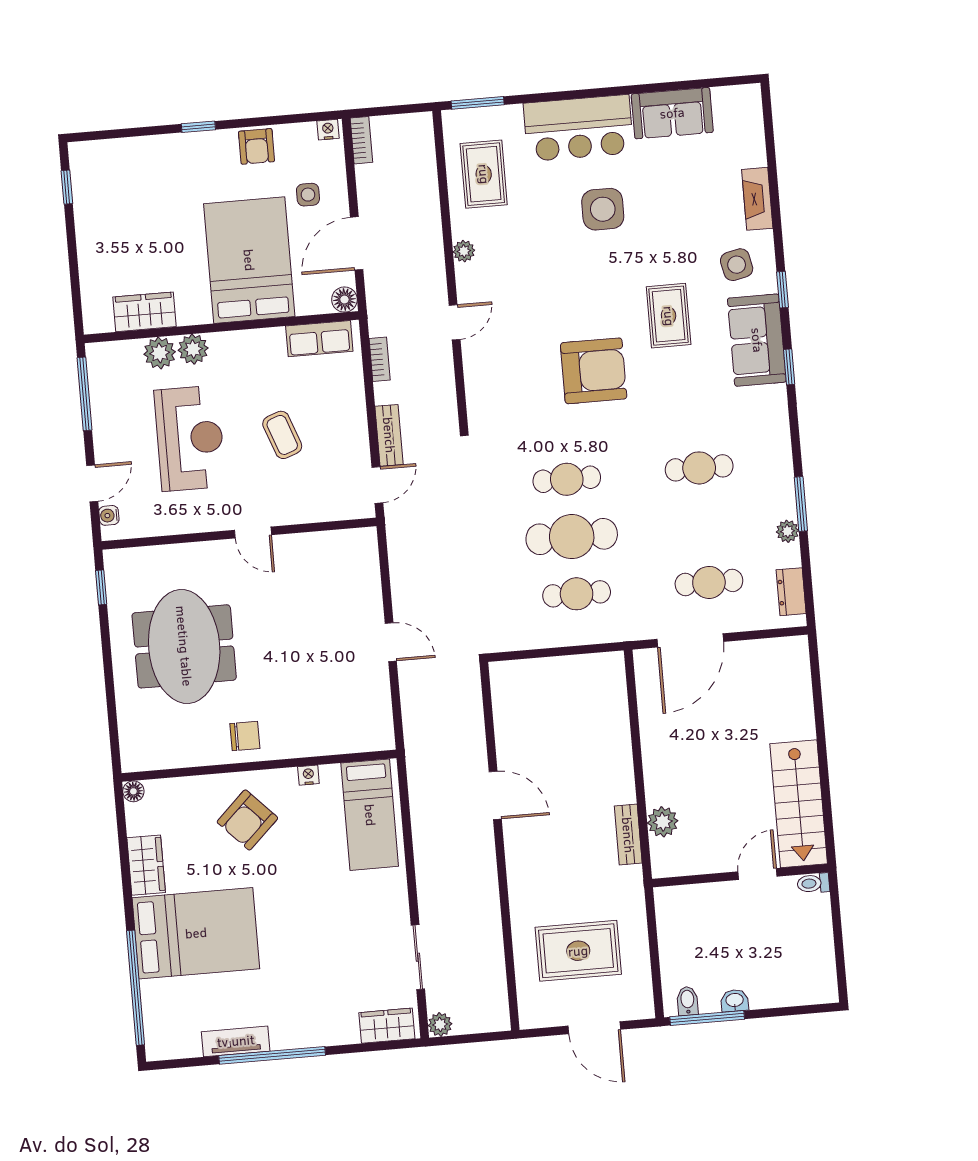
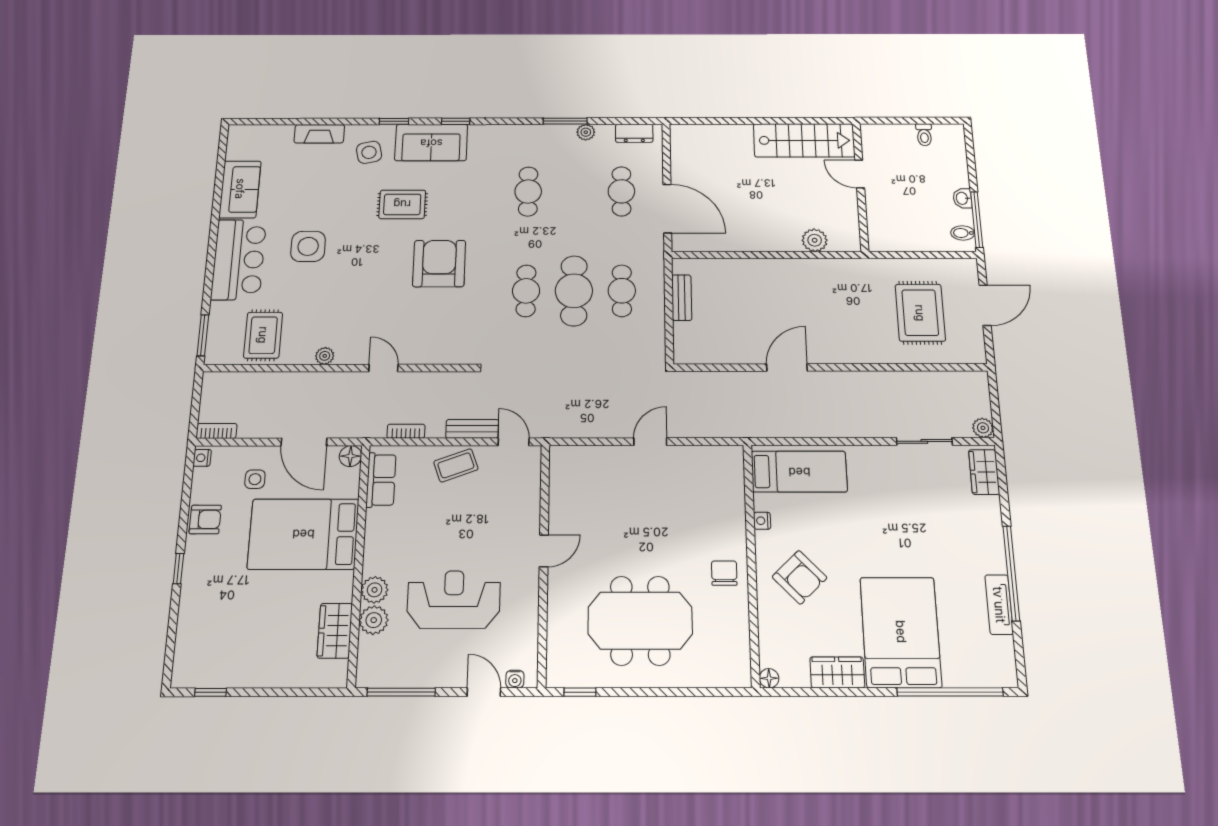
rug: (484, 174) -> (263, 335), turned 90
coffee table: (282, 435) -> (456, 465), moved
bench: (628, 835) -> (682, 298), moved, turned 90
toilet: (813, 883) -> (924, 135), moved

